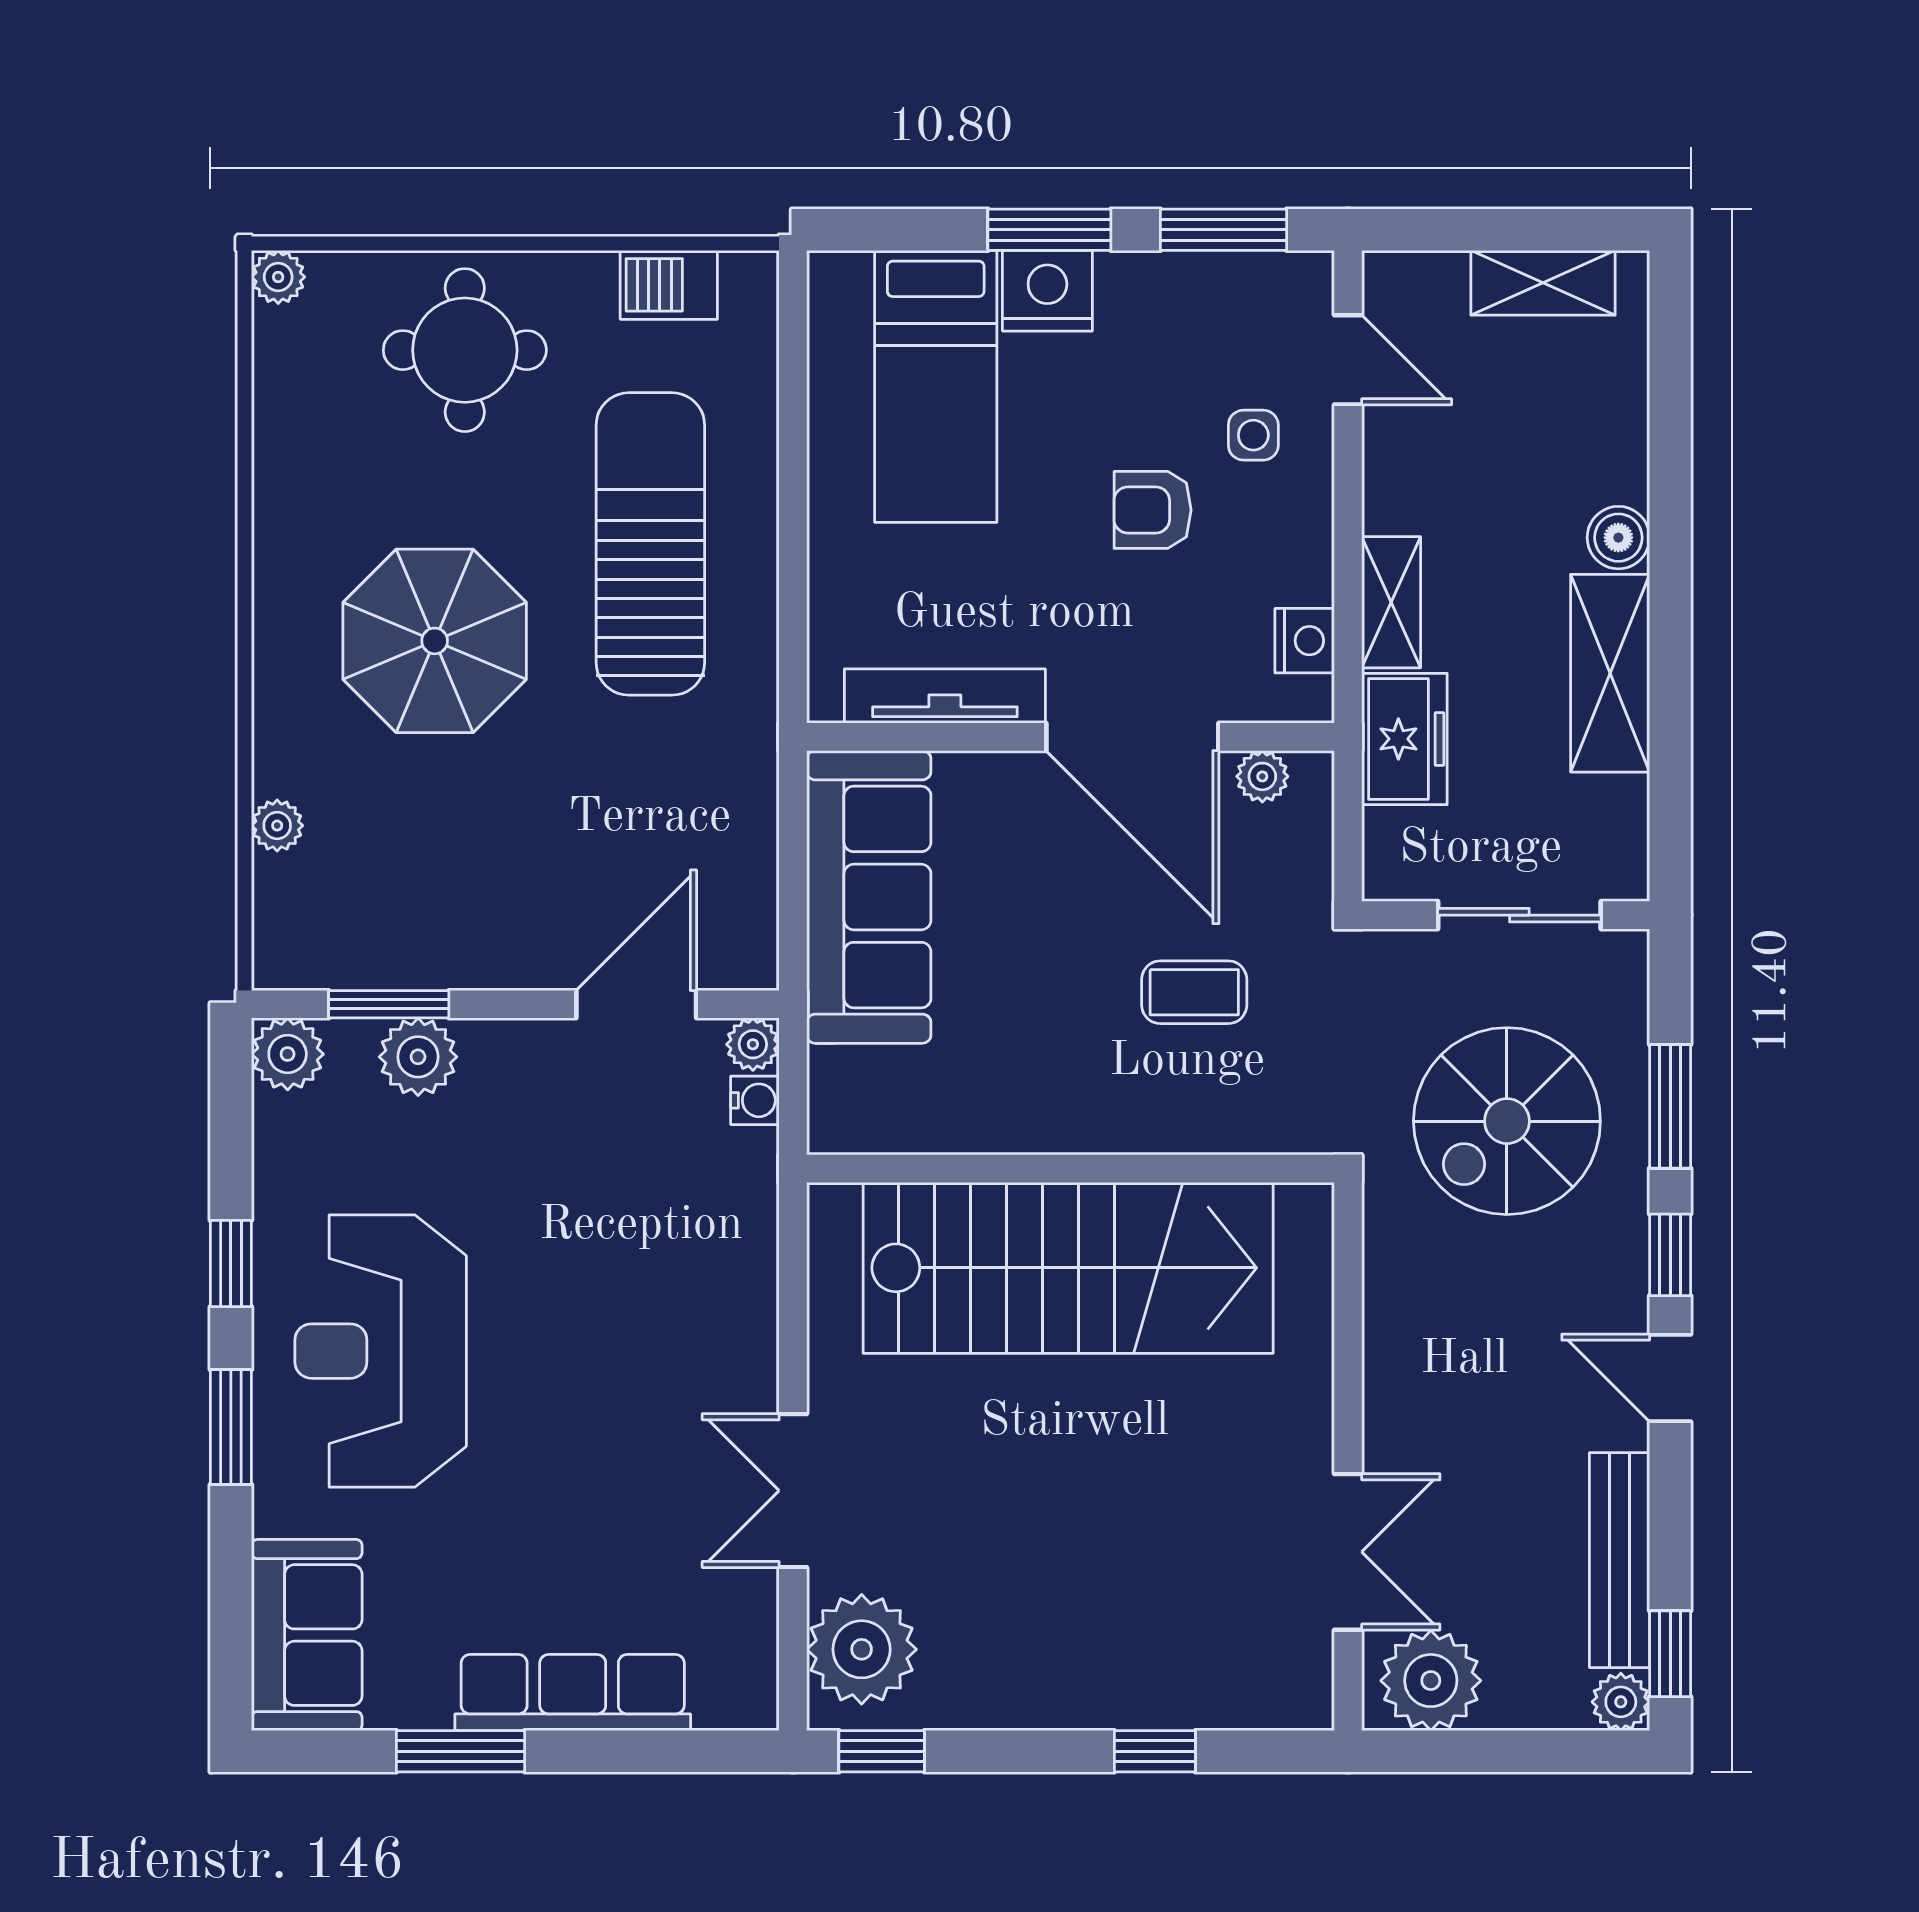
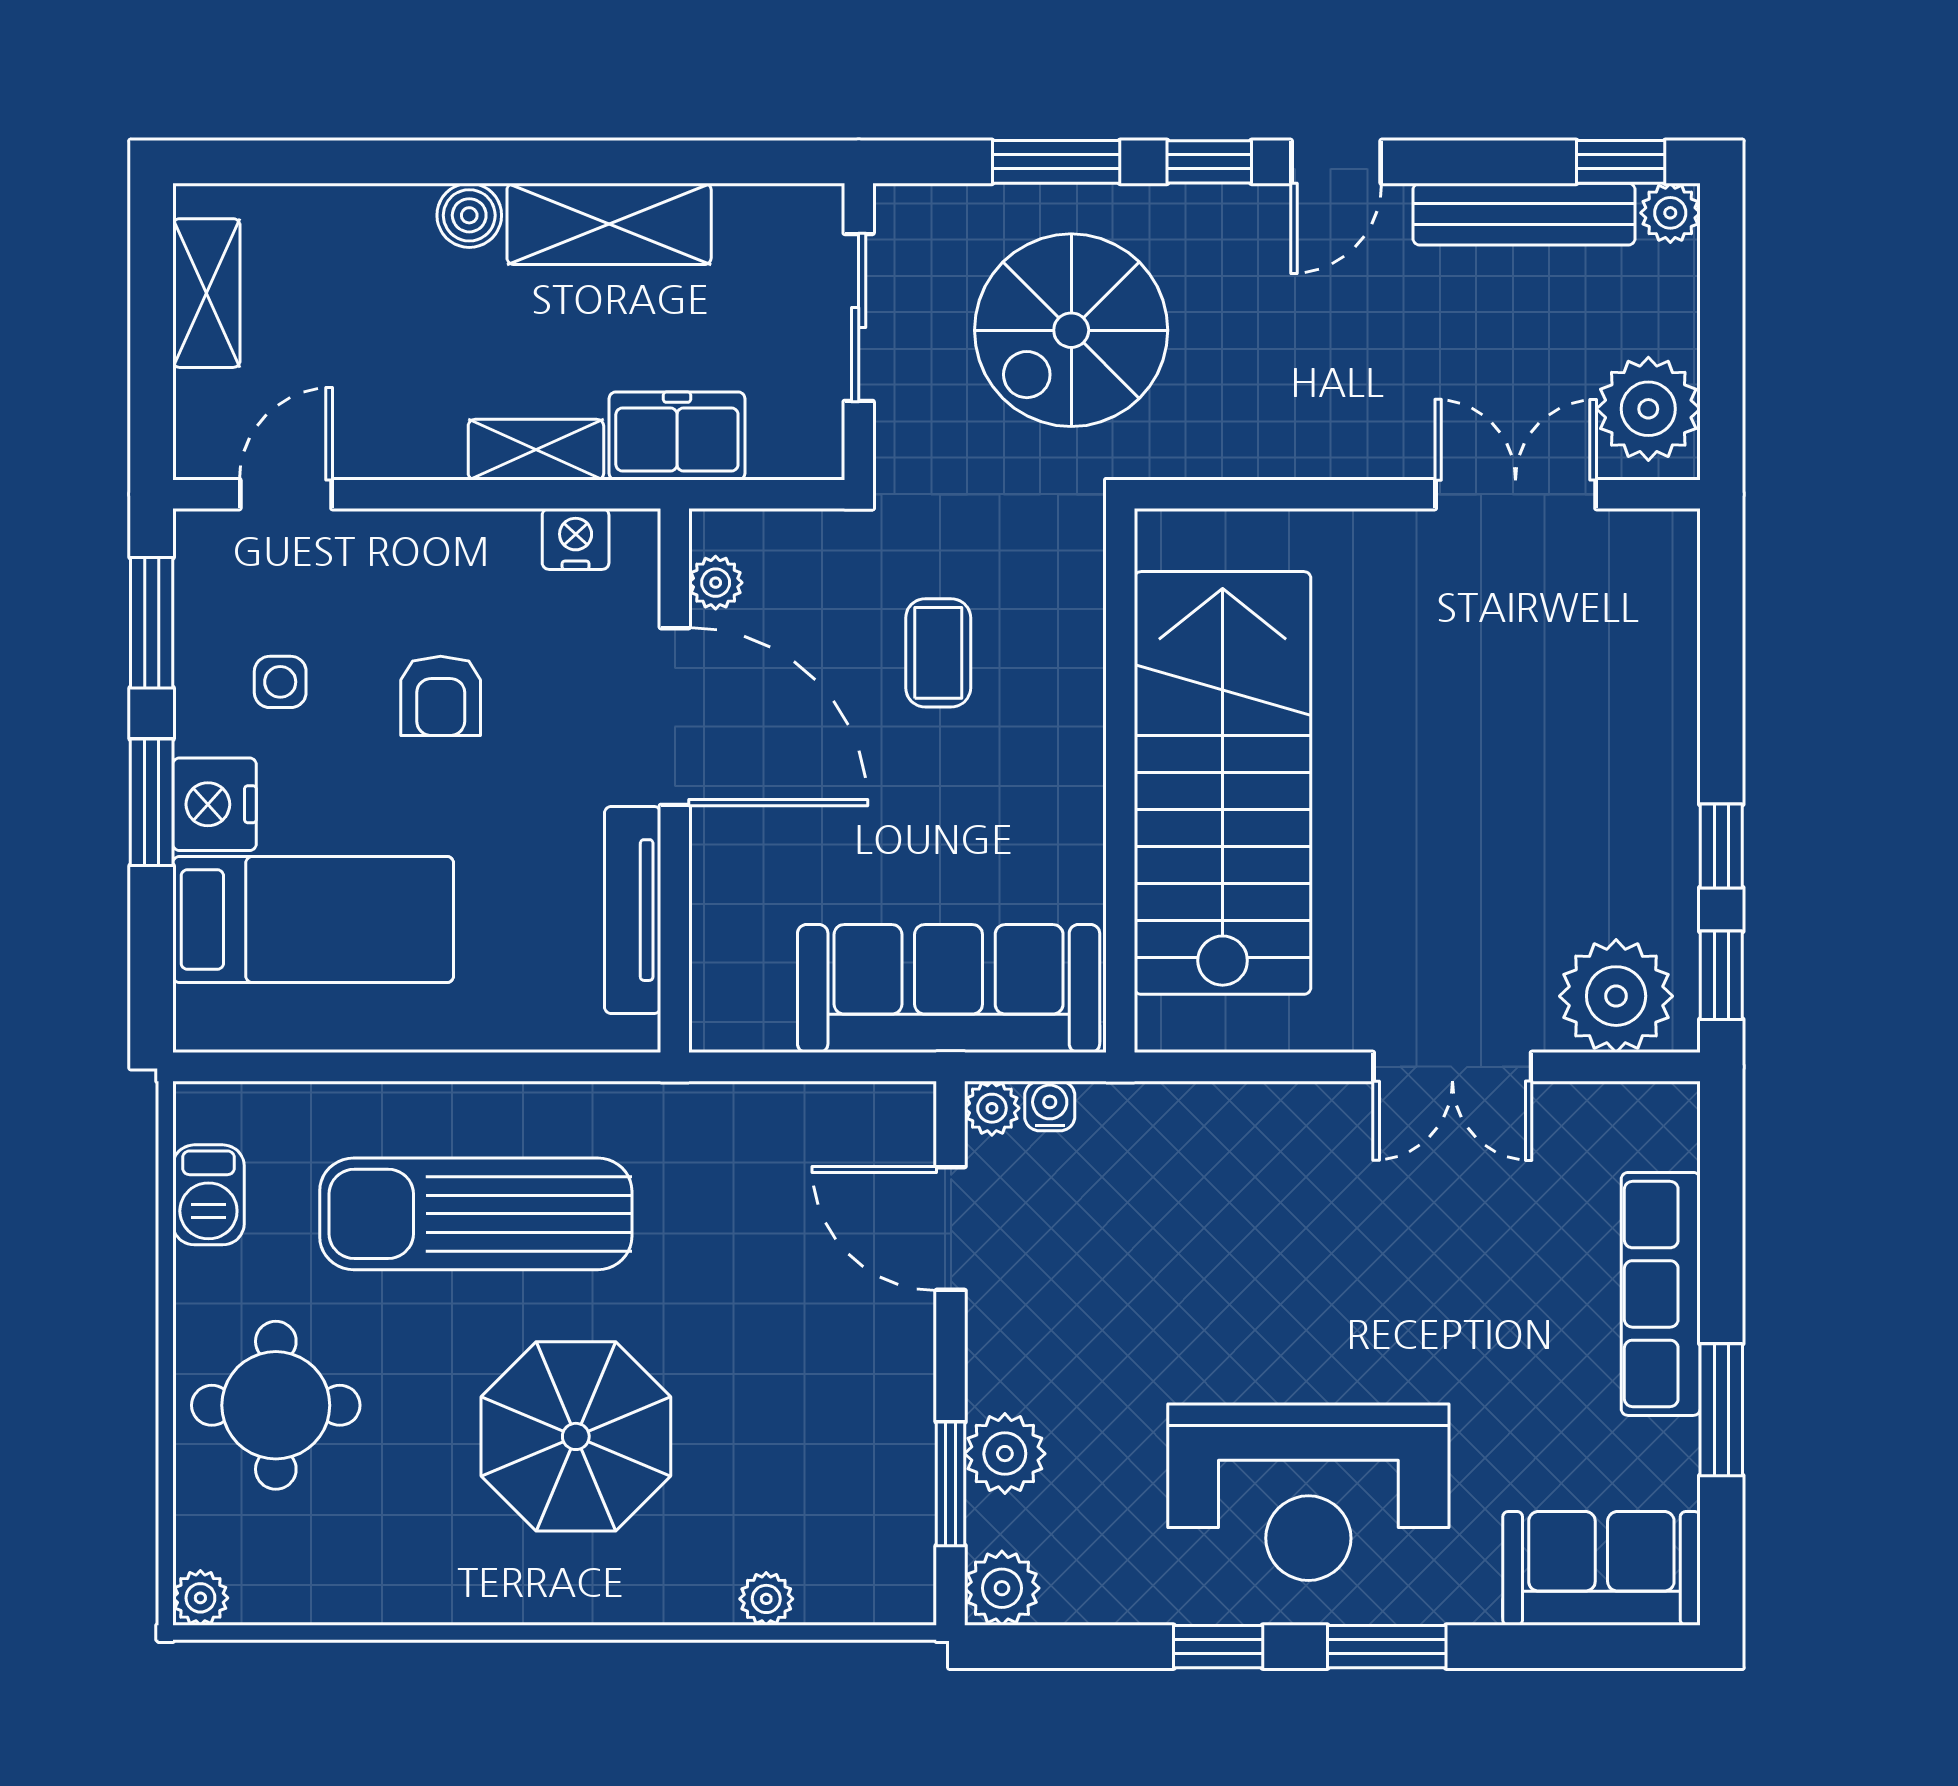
side table: (1253, 435) -> (280, 682), moved
door: (1132, 737) -> (675, 717), hinge flipped
sofa: (869, 897) -> (949, 989), moved
spiral stairs: (1507, 1121) -> (1071, 330), turned 90
window: (1155, 1751) -> (1721, 846), moved

